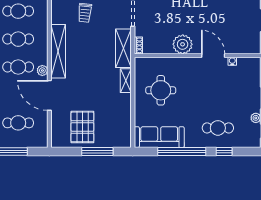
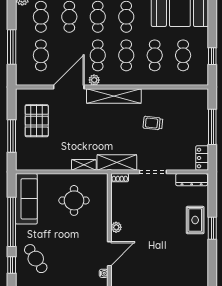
plant: (183, 44) -> (116, 227), width x0.53, depth x0.53
pallet: (82, 127) -> (37, 121), turned 90
cafe table: (218, 128) -> (36, 259), turned -33

